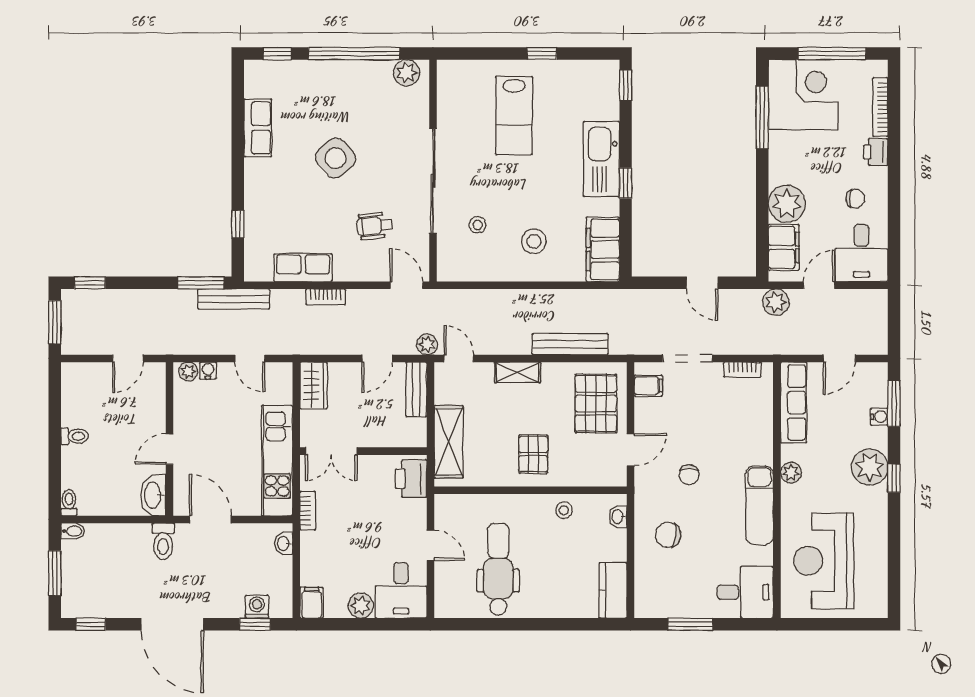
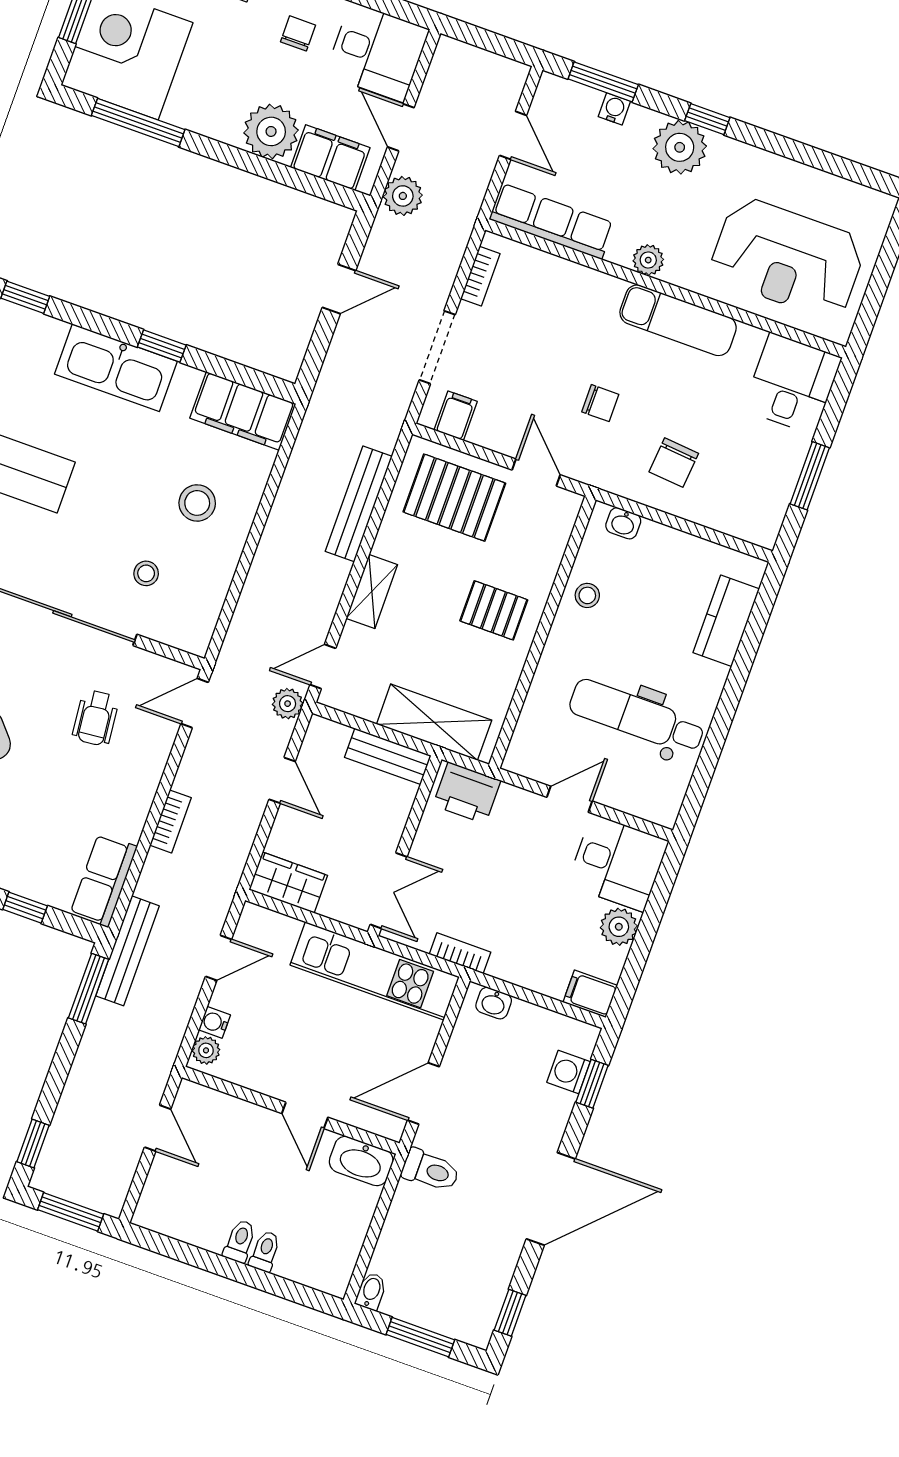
row of seats: (303, 268) -> (104, 880), moved
bench: (416, 389) -> (388, 756), moved
toilet: (69, 503) -> (265, 1251), moved, turned 90
kitchen counter: (613, 590) -> (726, 621), moved, turned 90

